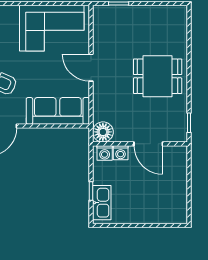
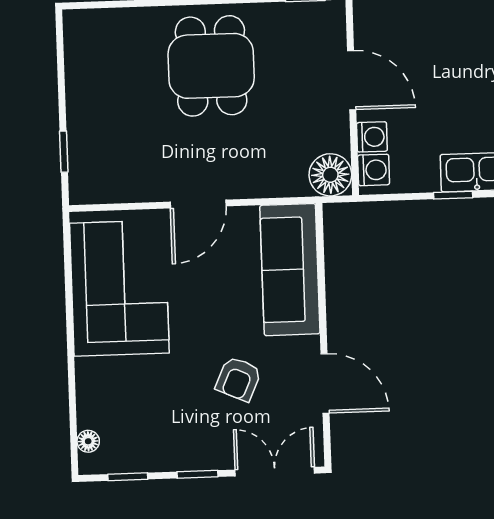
door: (148, 144) -> (352, 80), hinge flipped

